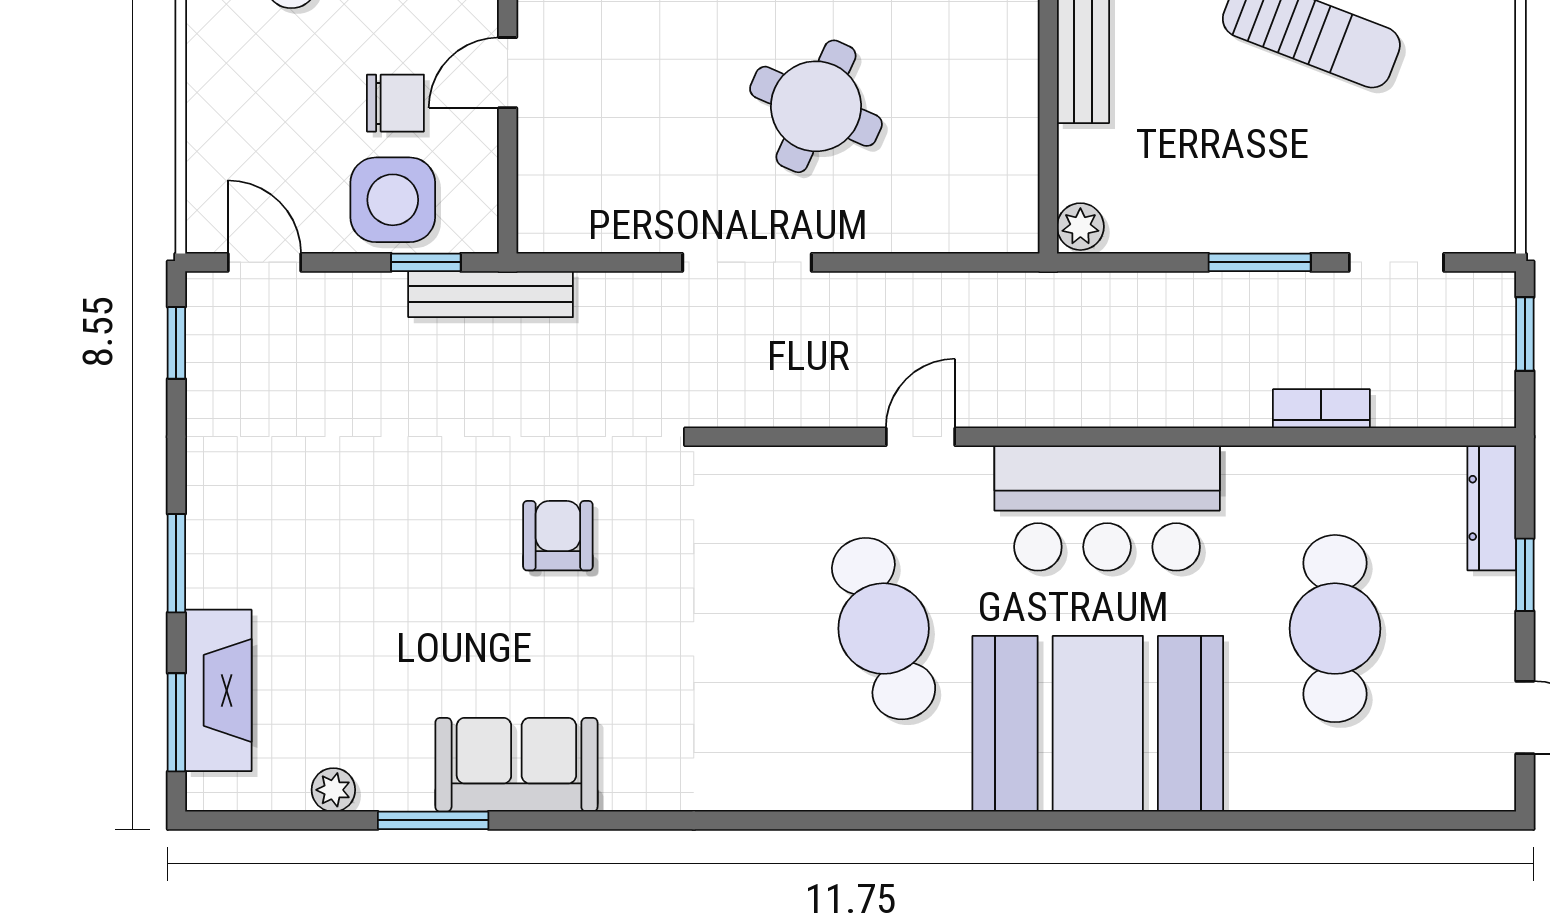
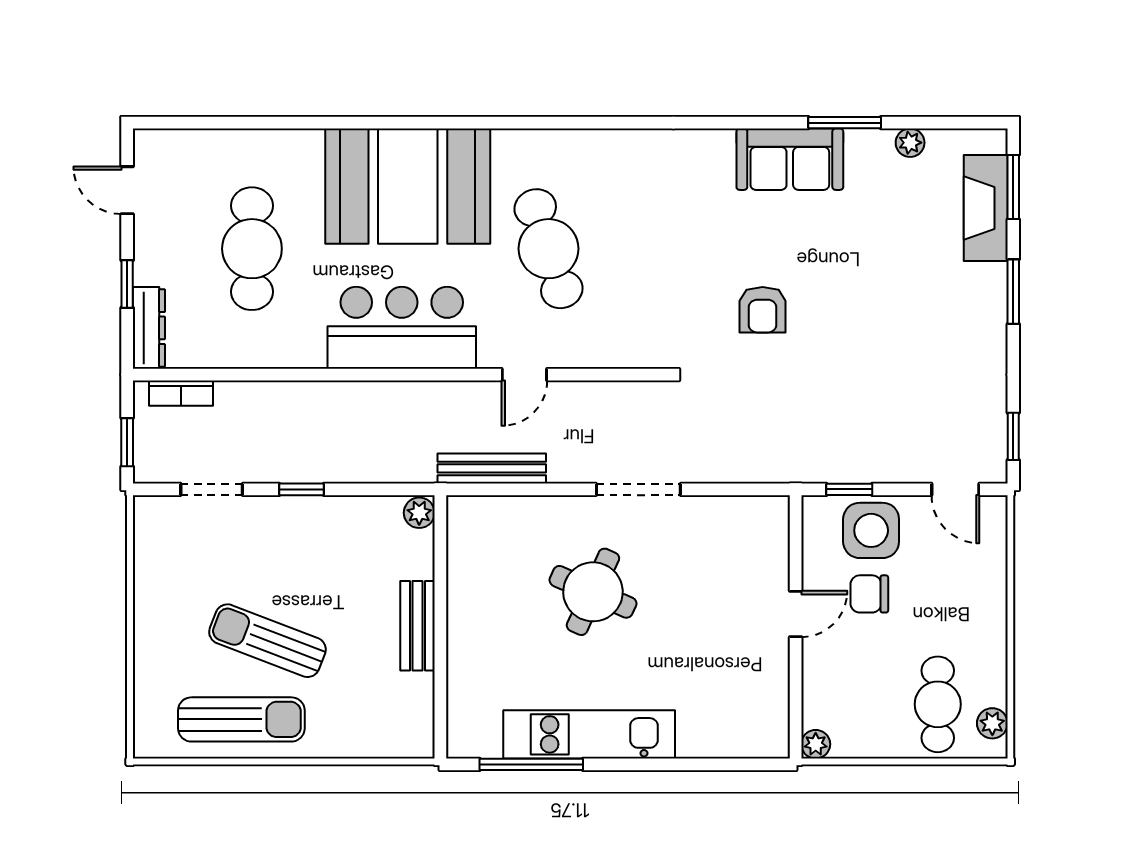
window: (1260, 262) -> (301, 489), width x0.67
bench: (491, 294) -> (492, 468), moved
bookcase: (1321, 409) -> (181, 393), moved

